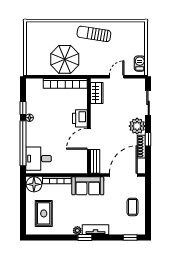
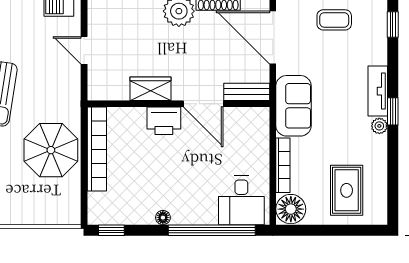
wardrobe: (97, 93) -> (150, 89), moved
window: (23, 108) -> (111, 230), moved
rug: (44, 213) -> (347, 190), turned 90

